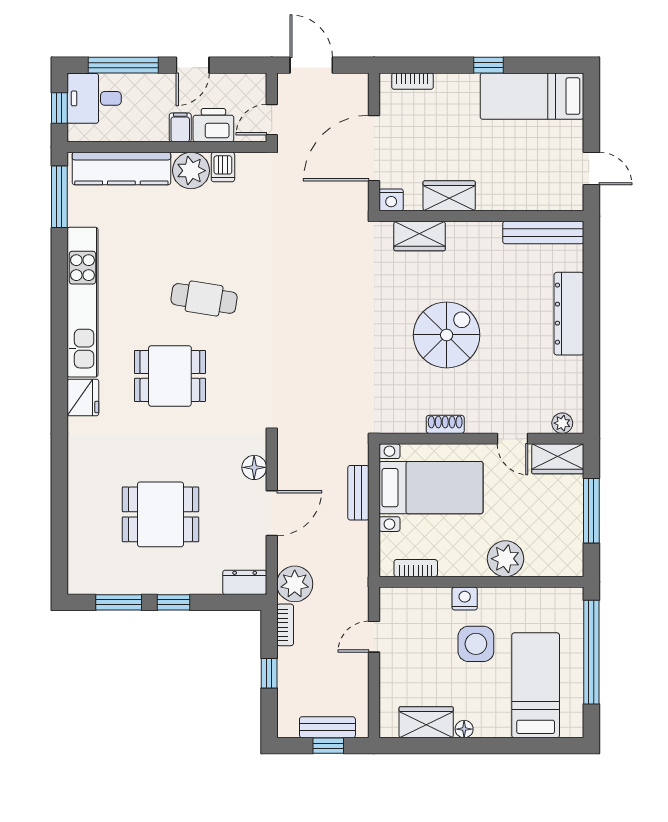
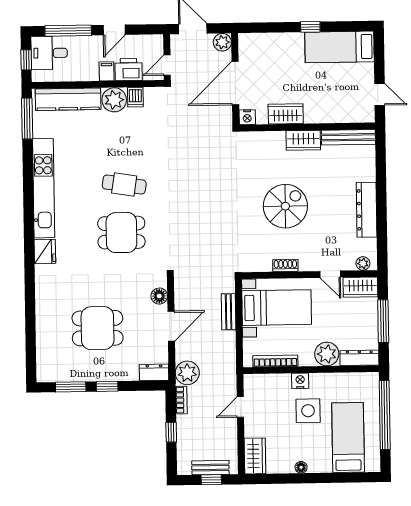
bookcase: (412, 81) -> (260, 38), removed
plant: (355, 86) -> (222, 42), added
wardrobe: (420, 236) -> (303, 140), moved
dresser: (569, 314) -> (367, 210), moved
dining table: (170, 376) -> (121, 233), moved
dresser: (555, 565) -> (359, 358), added
bookcase: (416, 568) -> (275, 361), width x1.56
wardrobe: (426, 722) -> (255, 456), moved, turned 90

